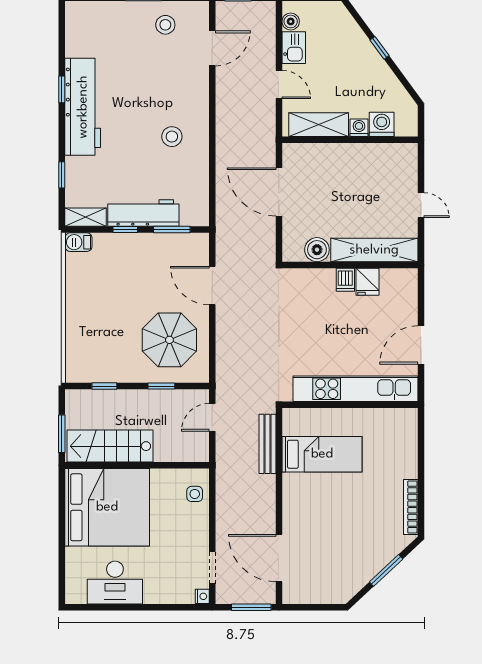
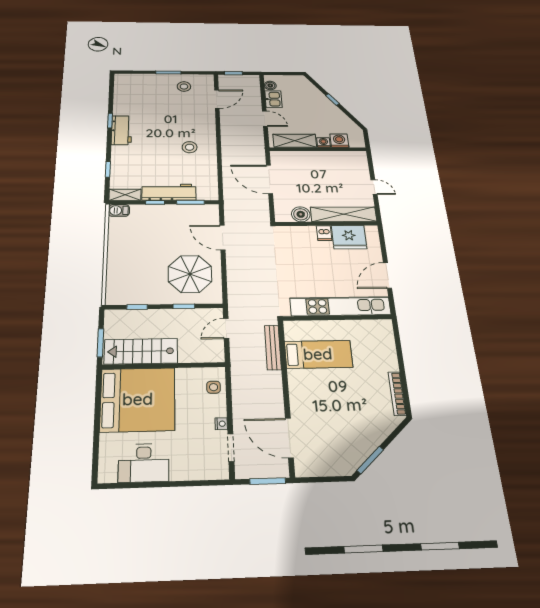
workbench: (83, 107) -> (122, 130), width x0.53, depth x0.76
fridge: (368, 282) -> (349, 237), width x1.88, depth x1.34
window: (386, 570) -> (370, 460), moved
nightstand: (202, 596) -> (221, 424), moved

